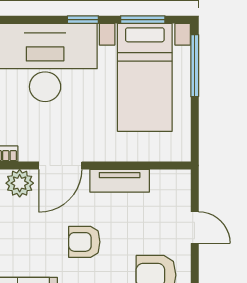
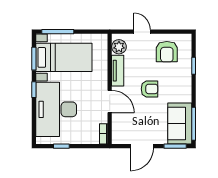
plant: (20, 183) -> (119, 47), moved
door: (195, 228) -> (142, 32), hinge flipped
armchair: (84, 242) -> (149, 89), turned -90

